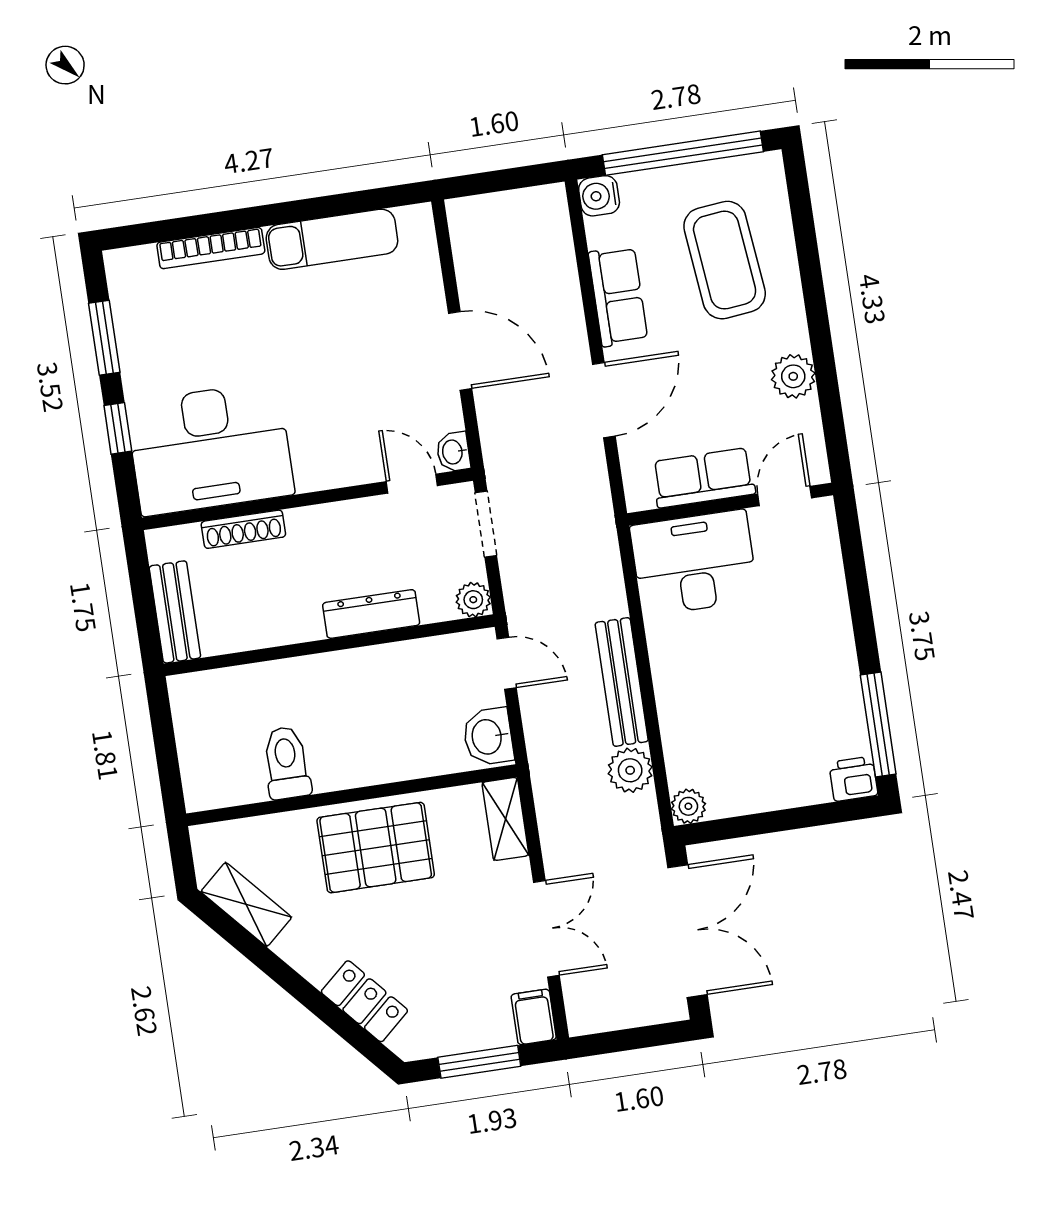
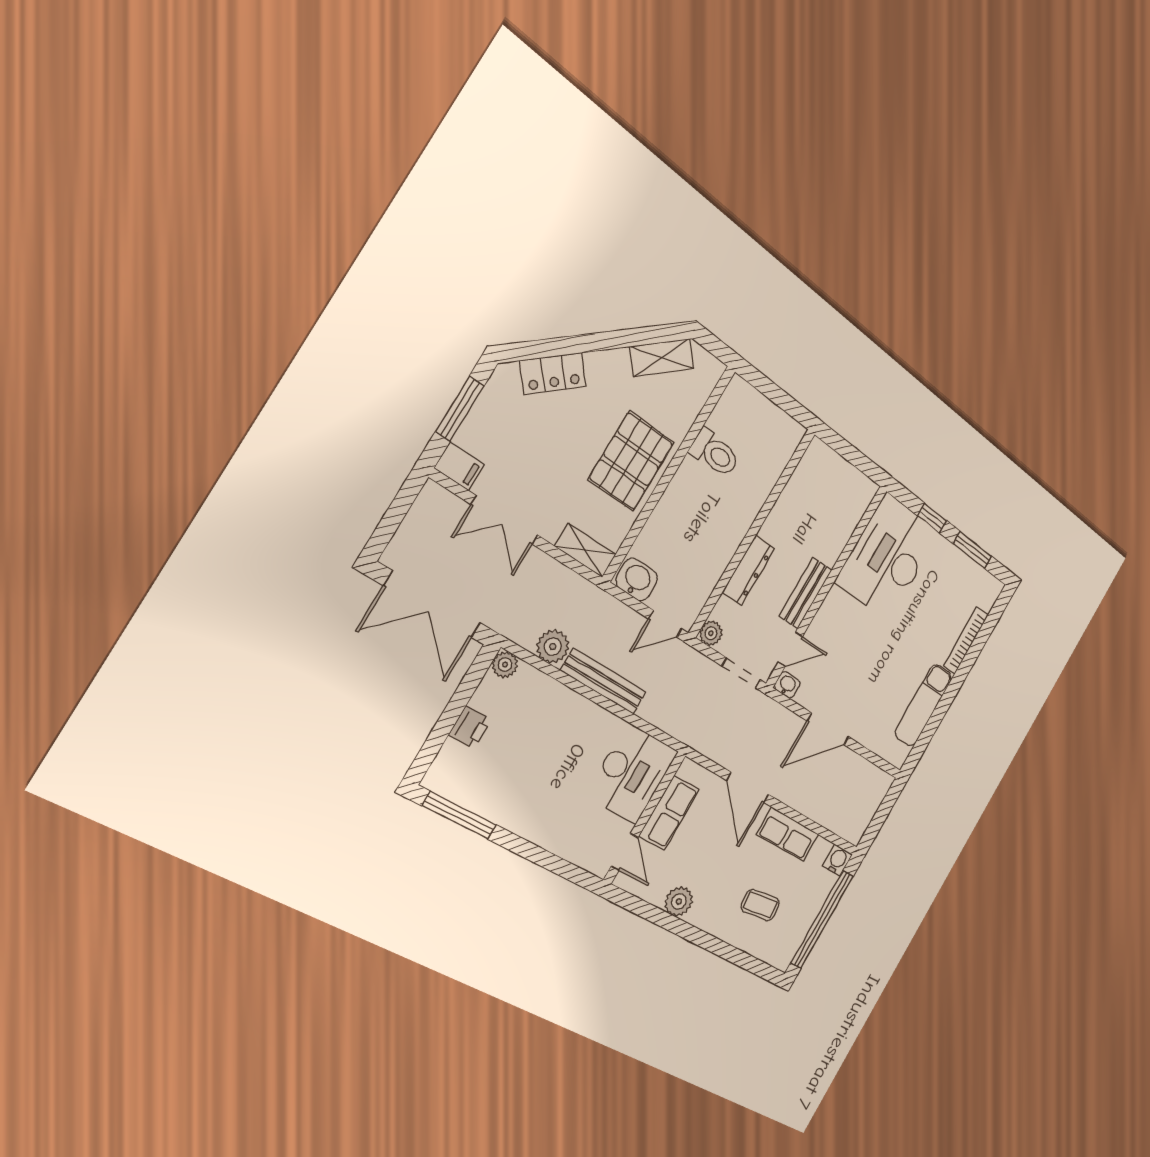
coffee table: (725, 260) -> (760, 905), width x0.54, depth x0.58
shoe rack: (243, 529) -> (840, 539), removed
bench: (175, 612) -> (806, 593), moved, turned 90
printer: (853, 779) -> (470, 727), moved

